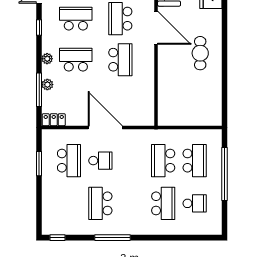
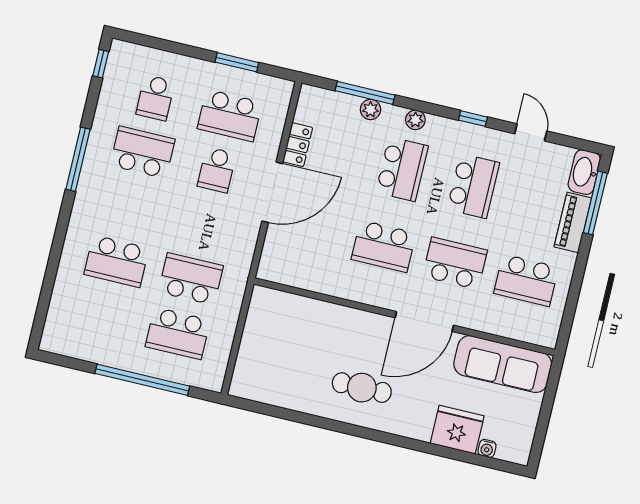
locker: (54, 120) -> (298, 145), moved
school desk: (195, 203) -> (155, 98), moved

